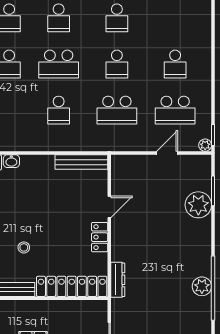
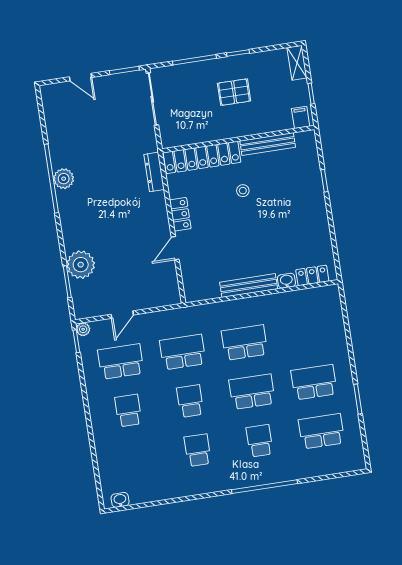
school desk: (59, 110) -> (245, 343), width x1.85
bench: (81, 162) -> (249, 286), moved
stool: (24, 247) -> (243, 191), moved

